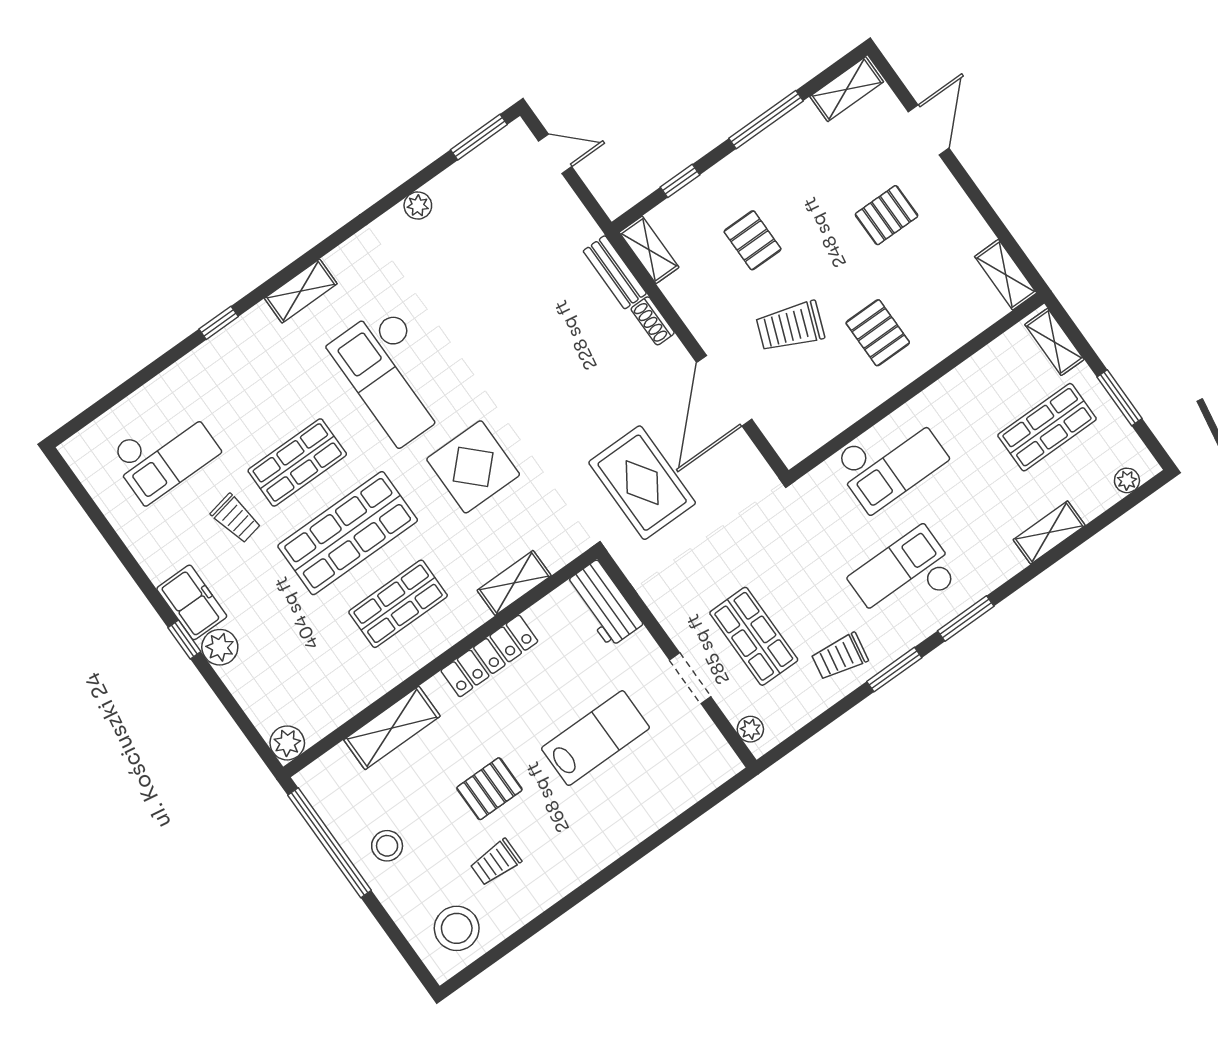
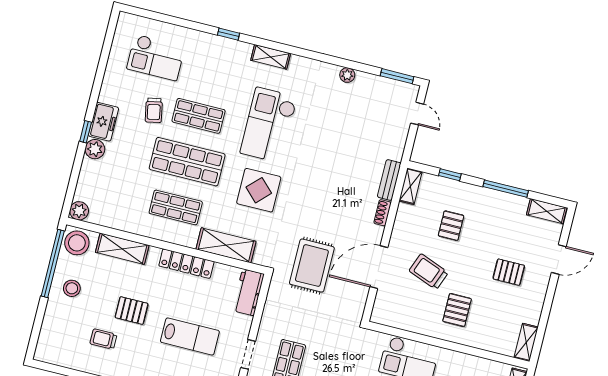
shelving: (514, 583) -> (226, 245), width x1.50, depth x1.33
stool: (457, 928) -> (77, 243), moved

